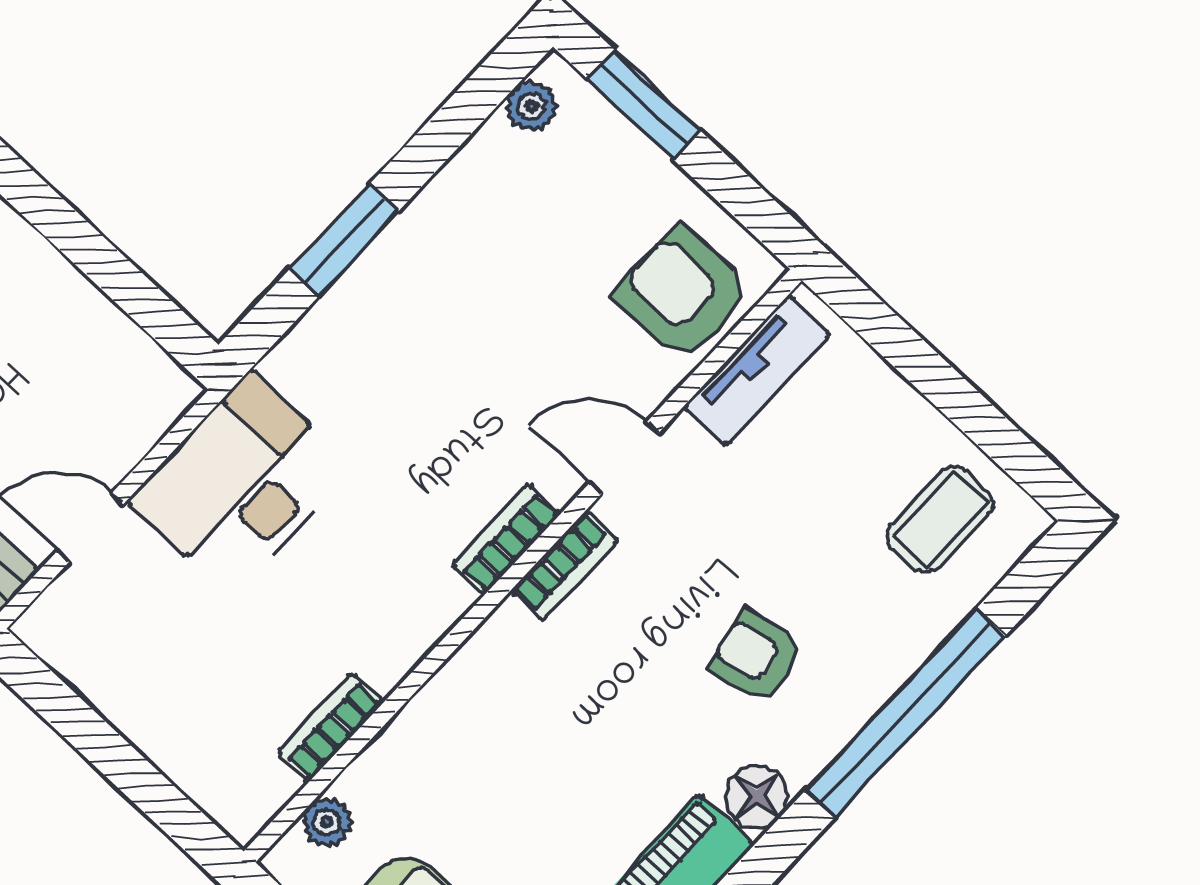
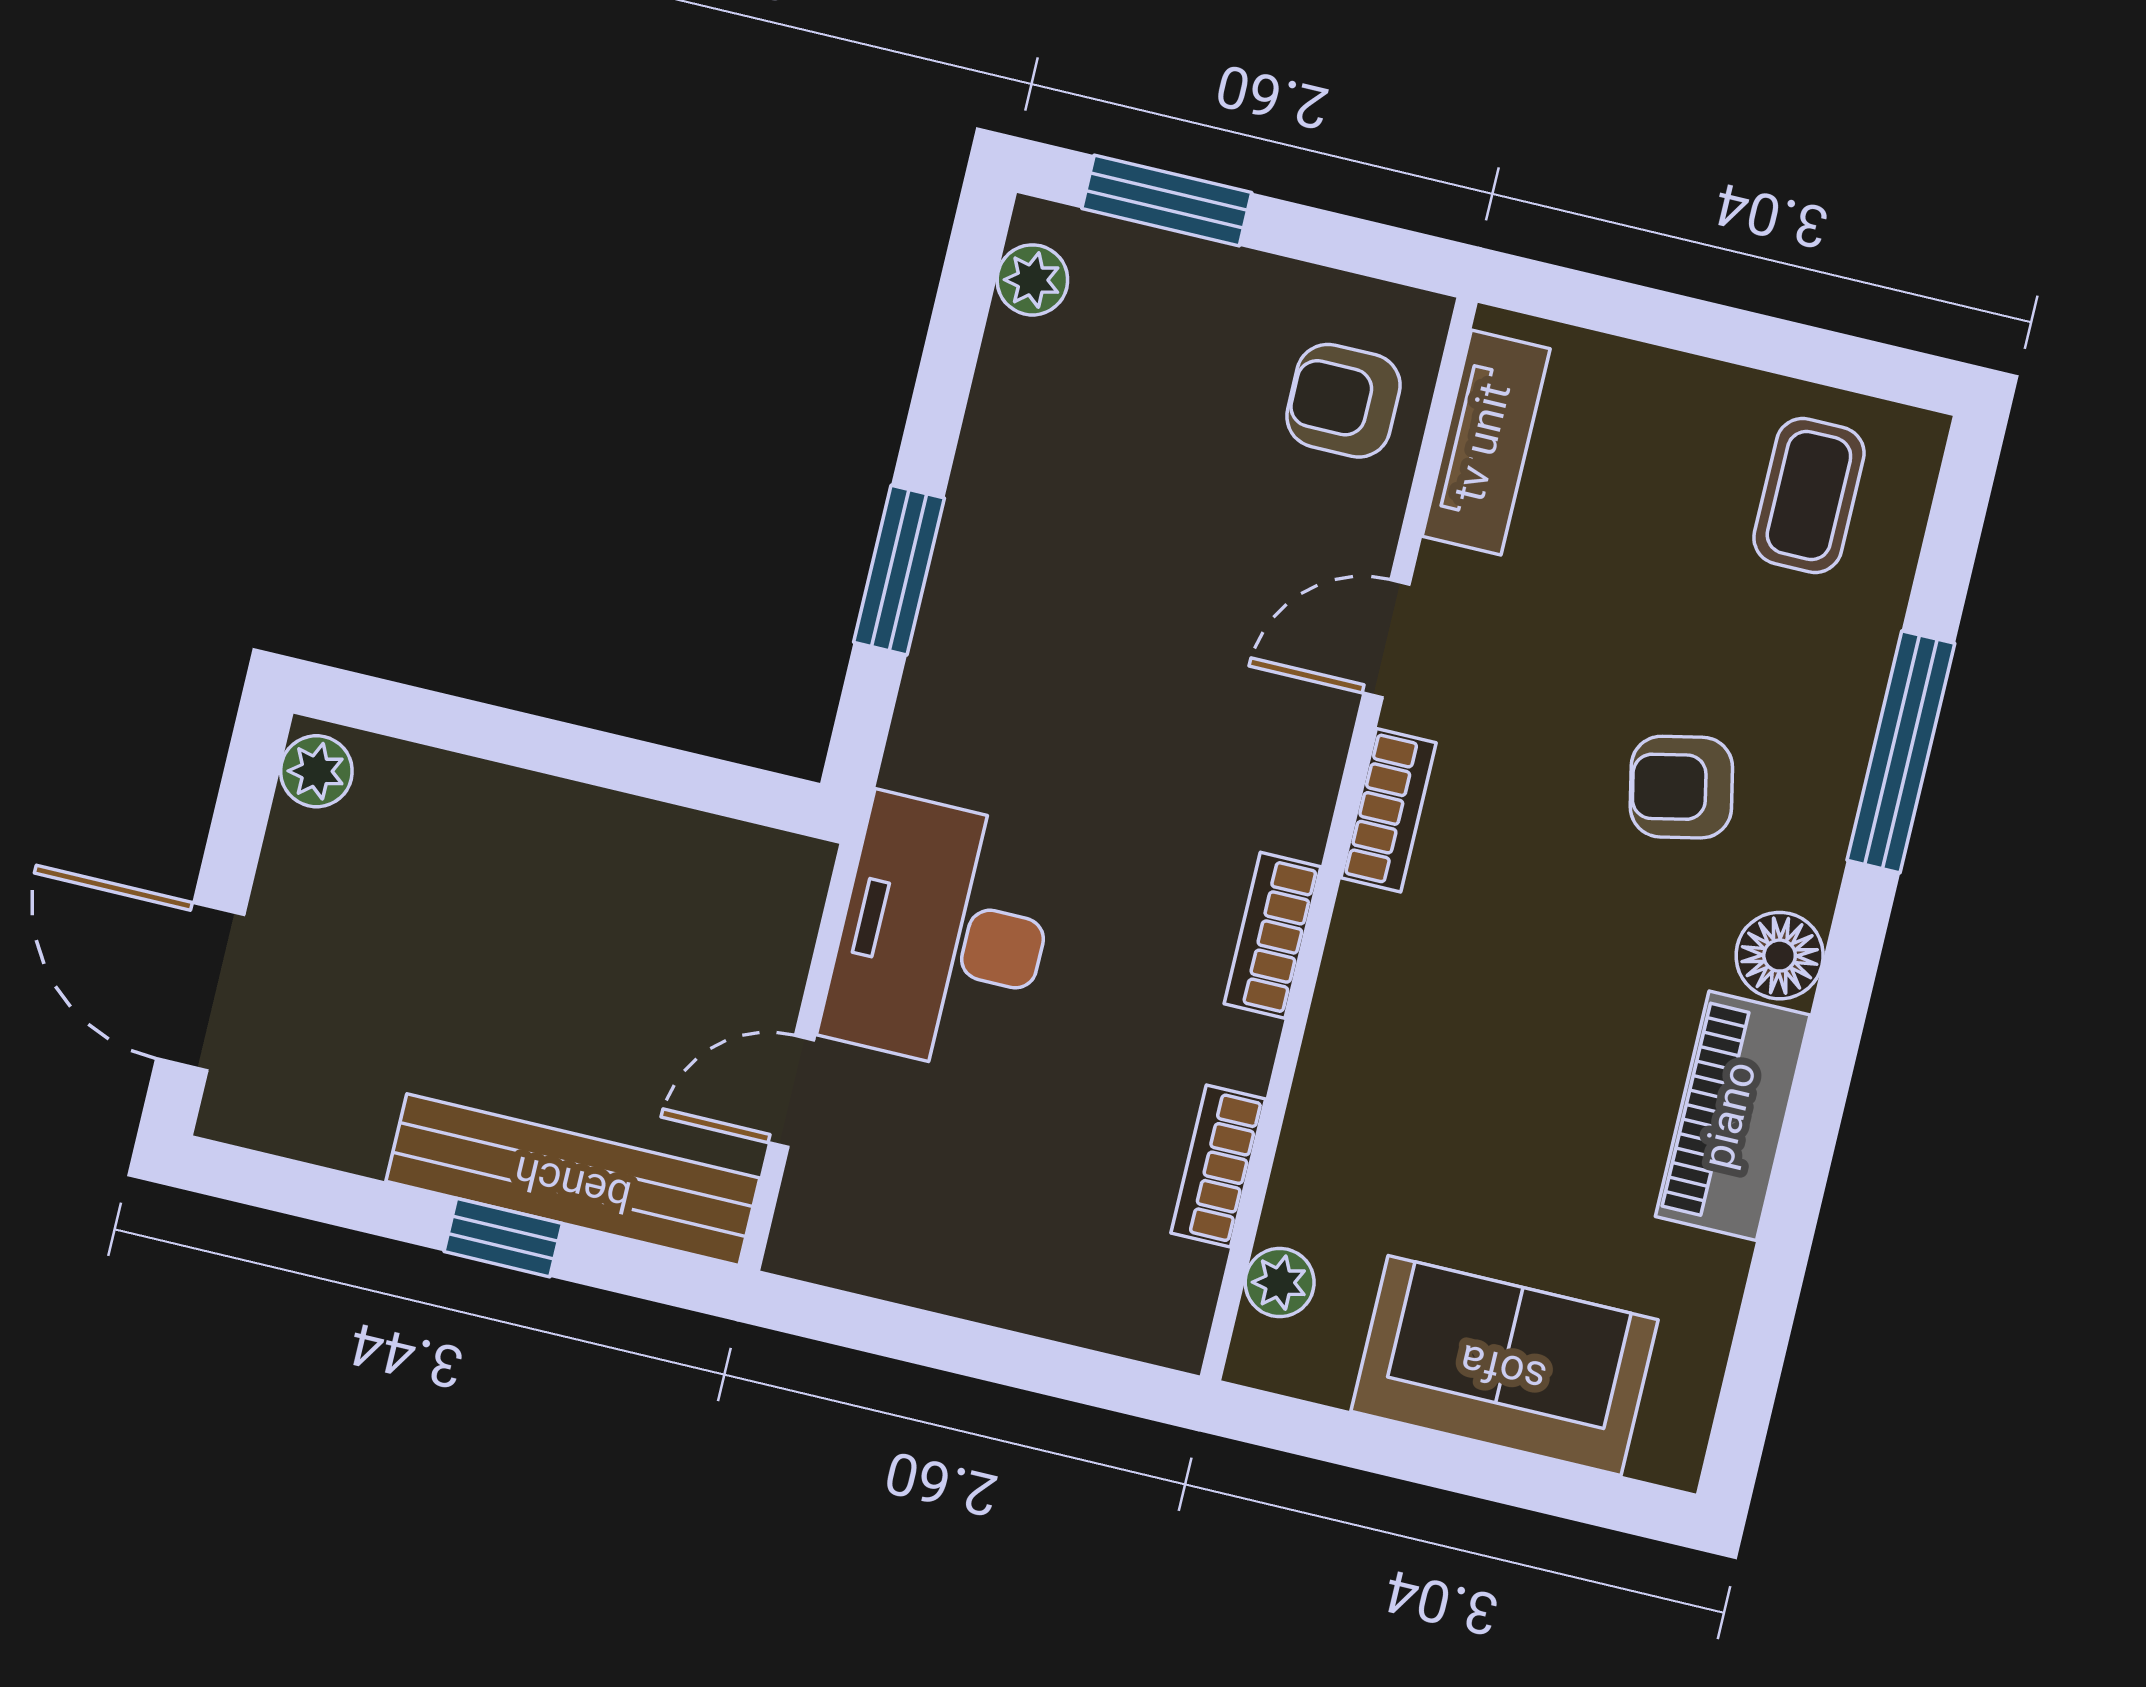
armchair: (683, 293) -> (1343, 401), width x0.72, depth x0.72
bookcase: (506, 539) -> (1273, 935), moved
window: (906, 713) -> (1901, 752), width x0.68

